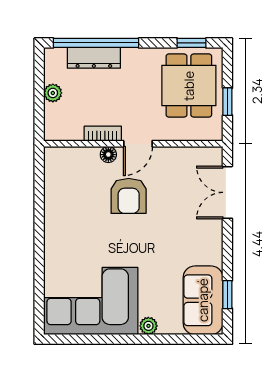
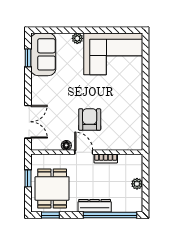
dresser: (94, 58) -> (95, 206), moved
door: (138, 144) -> (84, 152), hinge flipped
floor lamp: (108, 155) -> (66, 145), moved

